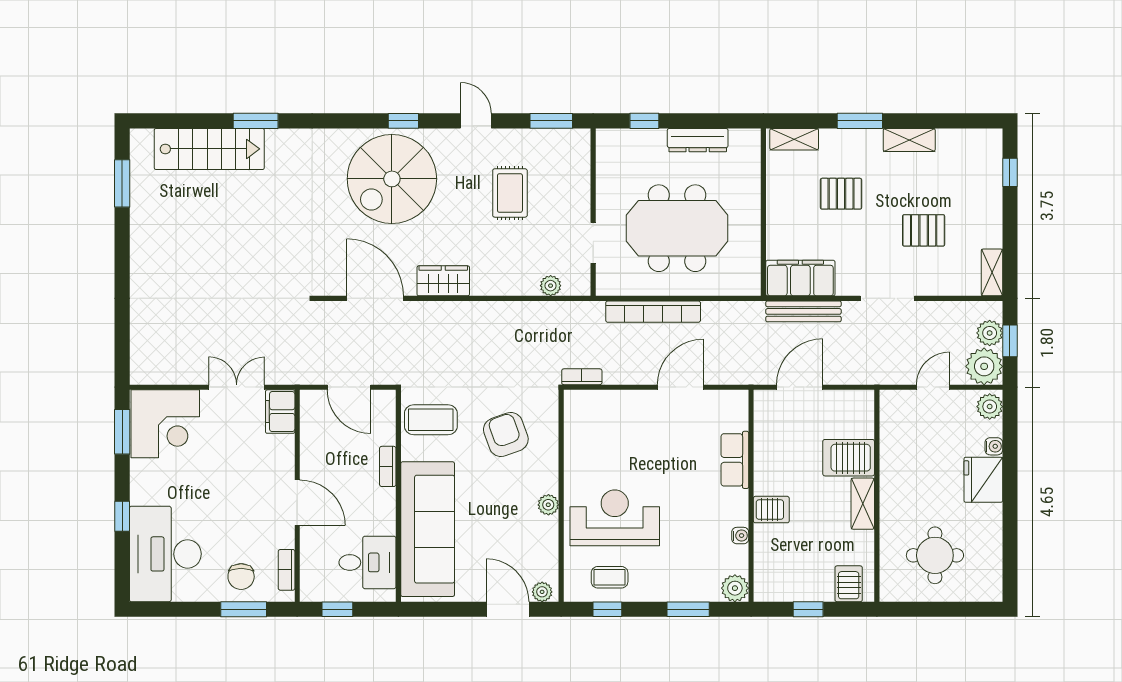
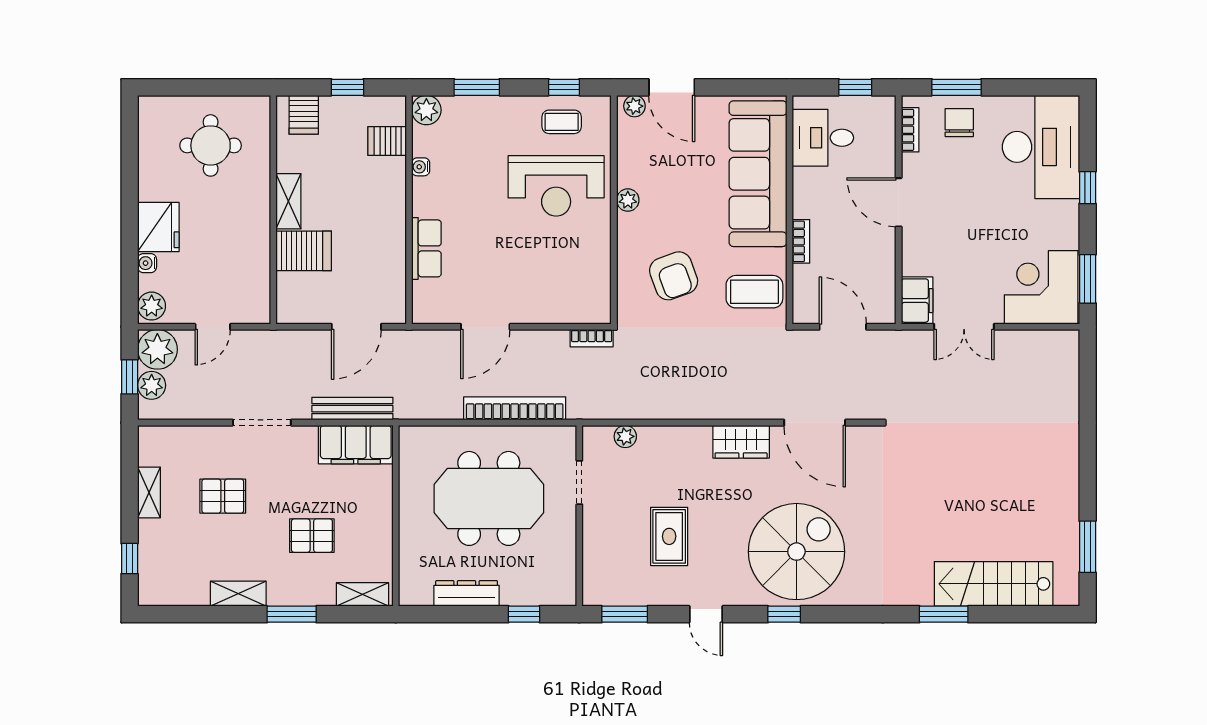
shelving: (992, 272) -> (149, 492), moved
server rack: (771, 510) -> (387, 141), moved

